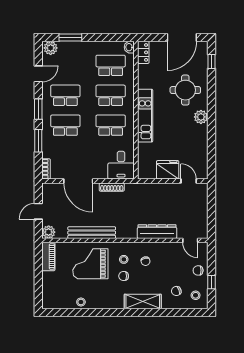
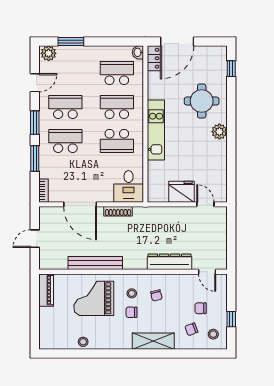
door: (182, 38) -> (177, 41), moved
school desk: (111, 125) -> (117, 141), turned 180
plant: (49, 232) -> (46, 262), removed
chair: (198, 270) -> (201, 308), moved

